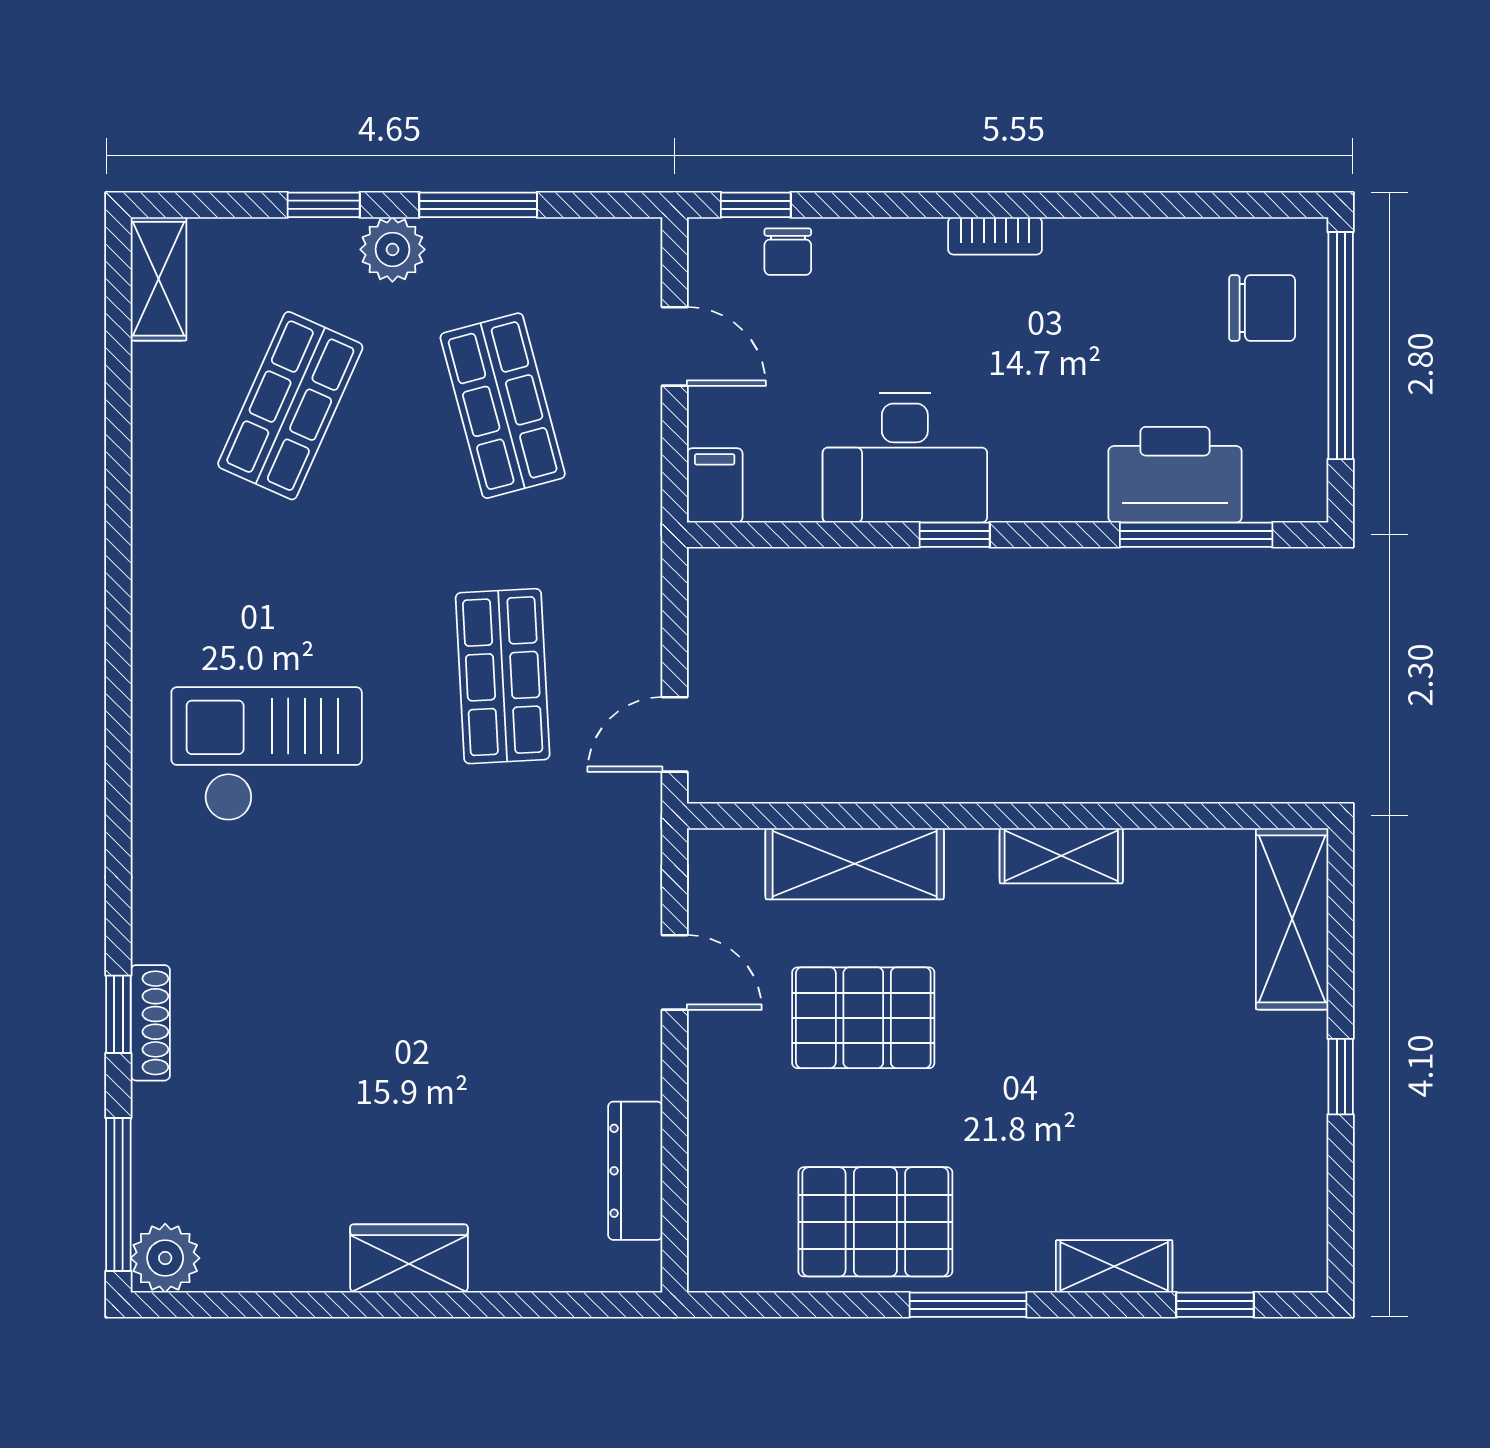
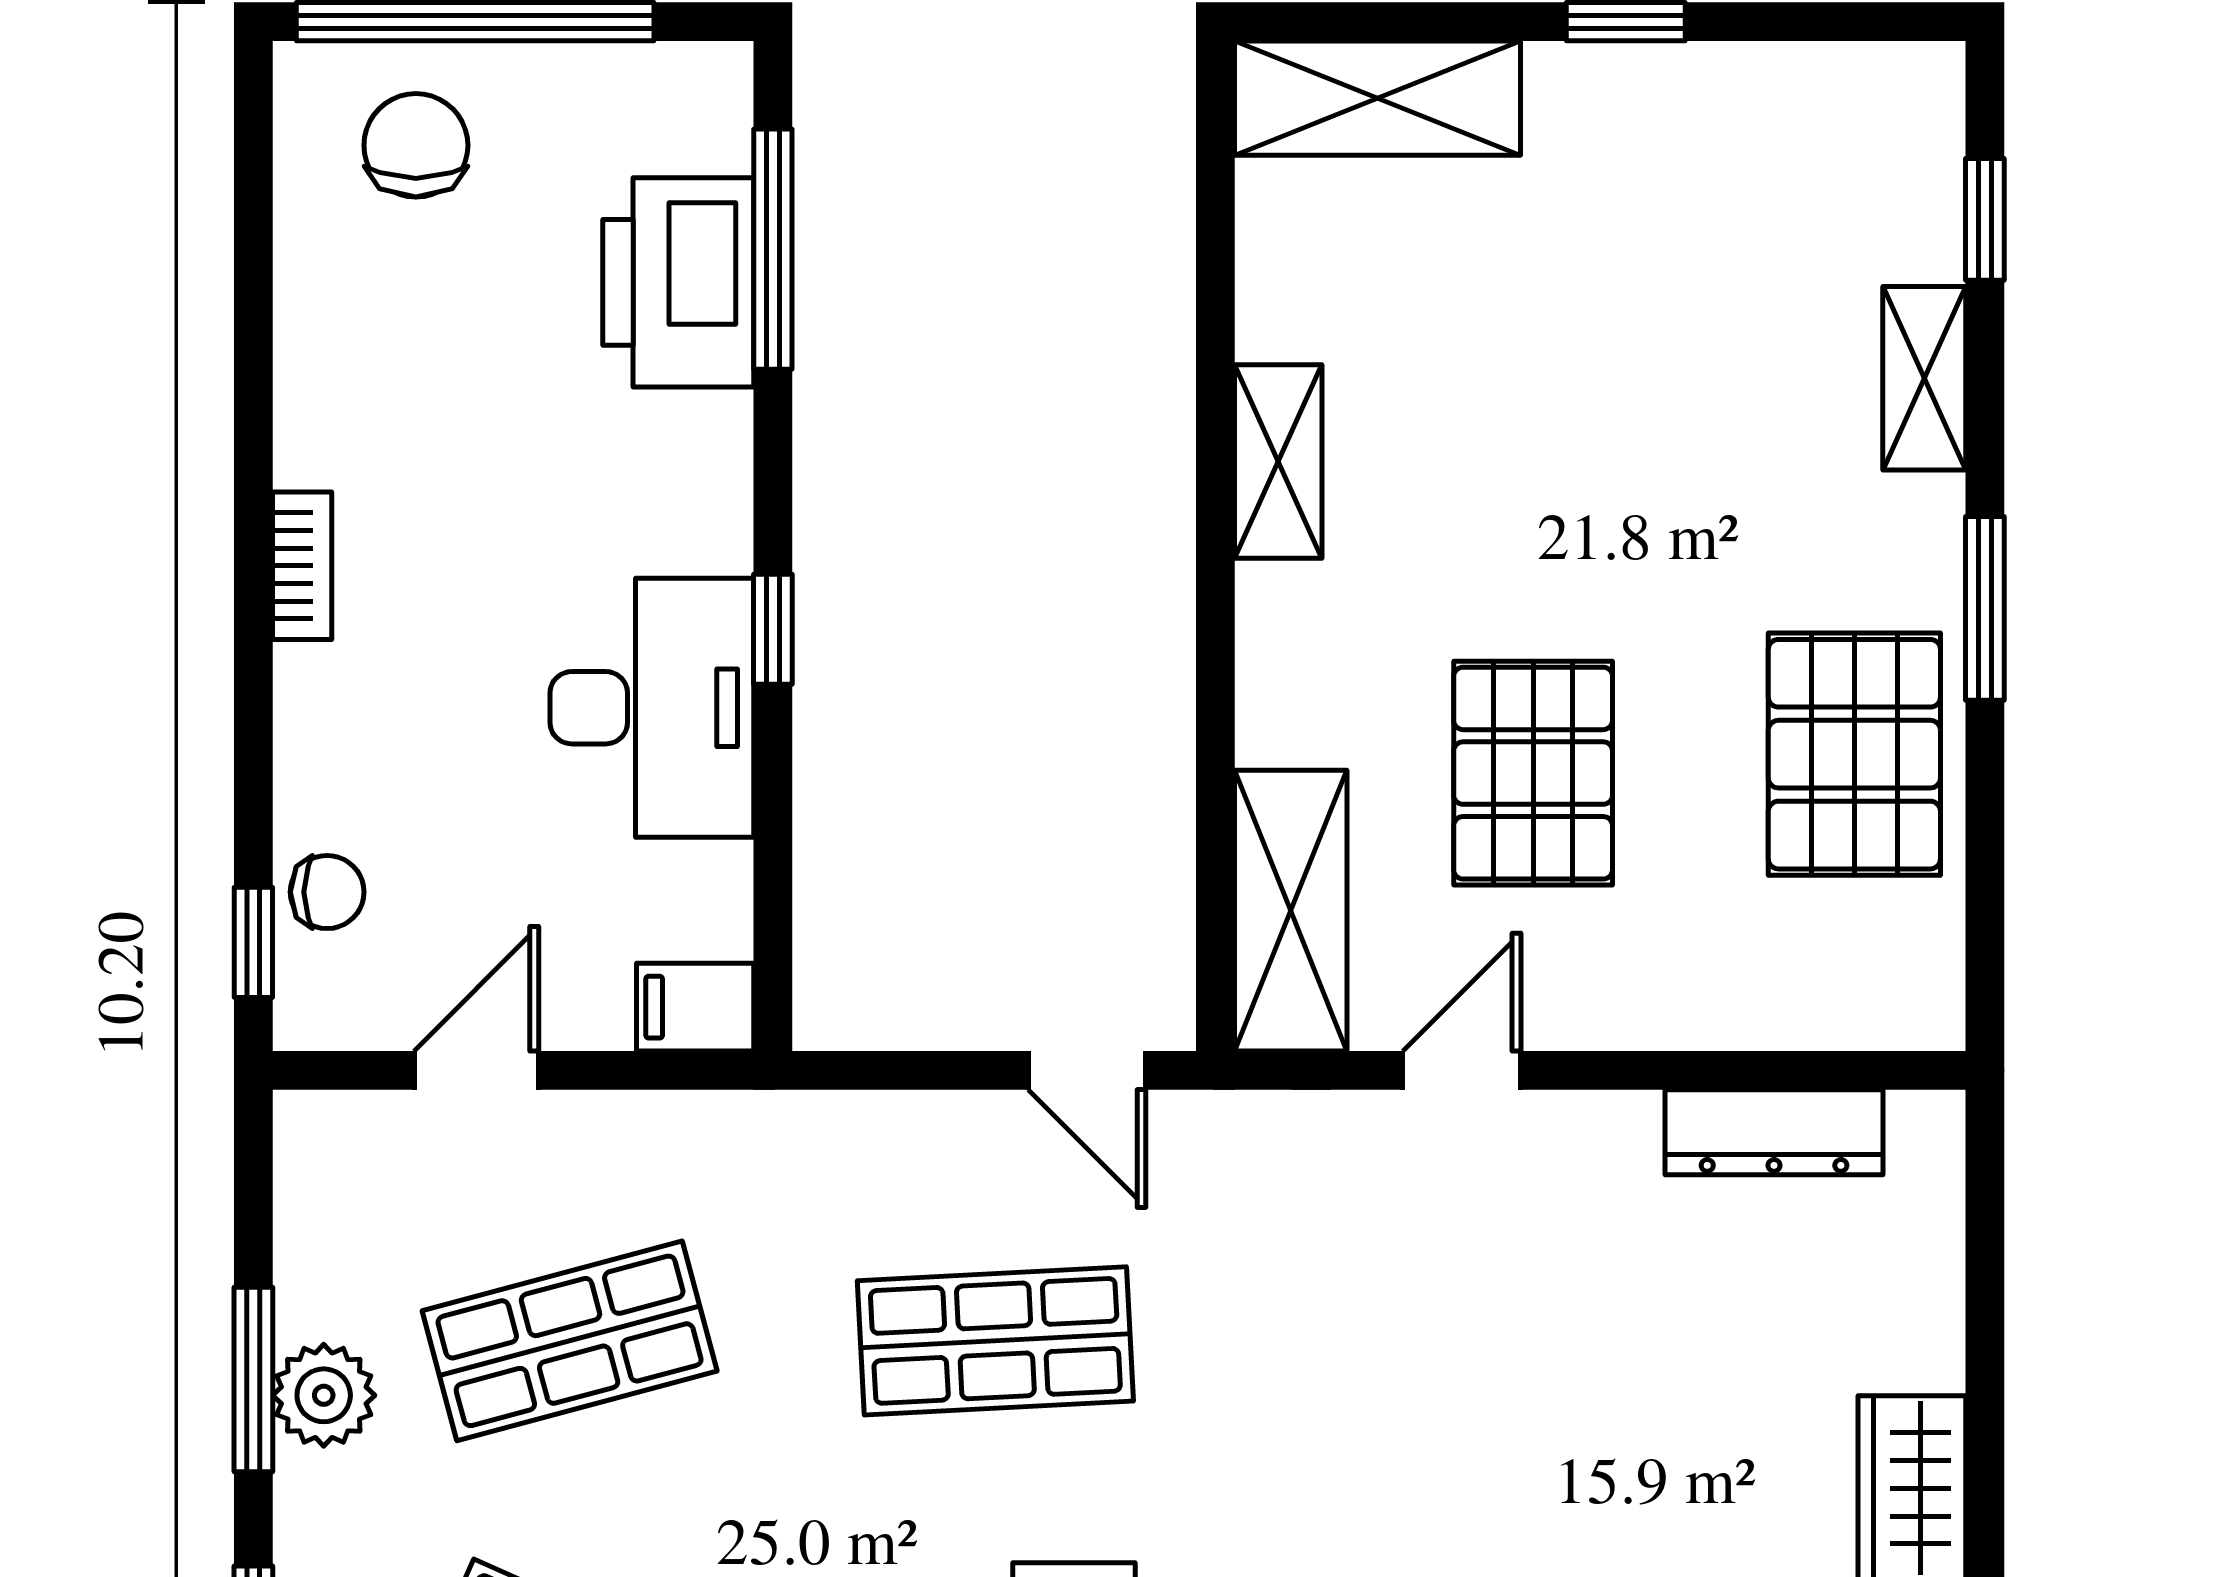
plant: (392, 249) -> (324, 1395), moved
shelving: (855, 864) -> (1291, 911), moved

